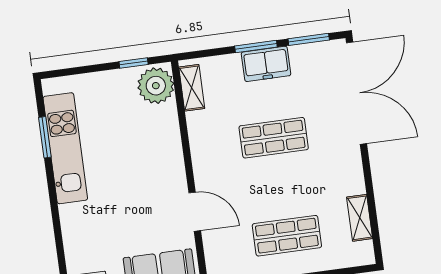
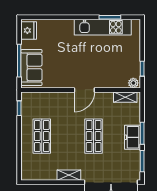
plant: (156, 86) -> (133, 83), width x0.53, depth x0.53
door: (195, 212) -> (84, 90), moved
shelving: (360, 218) -> (69, 175), moved

